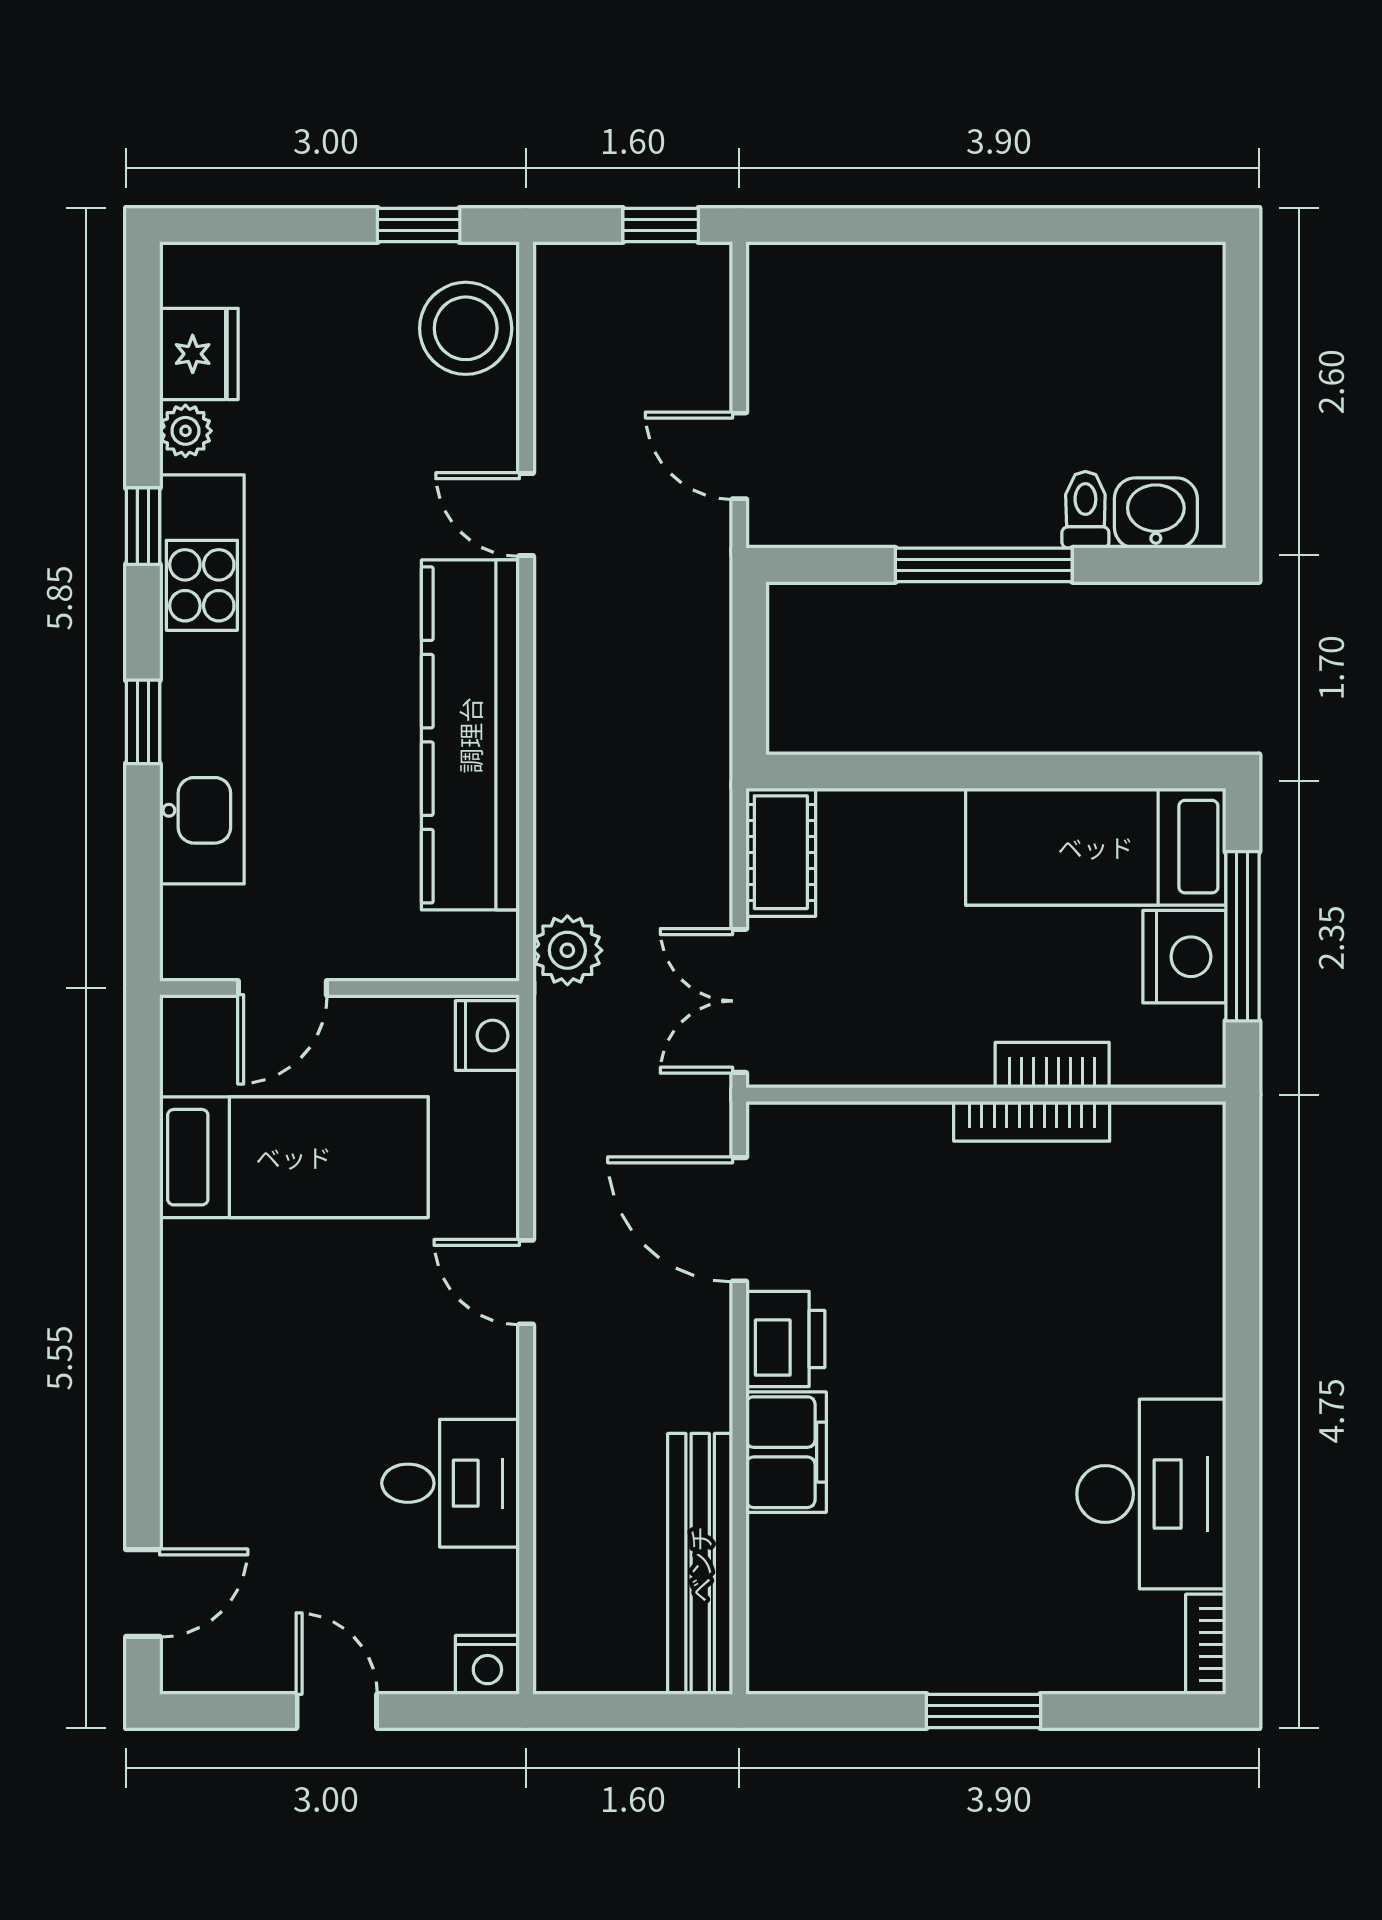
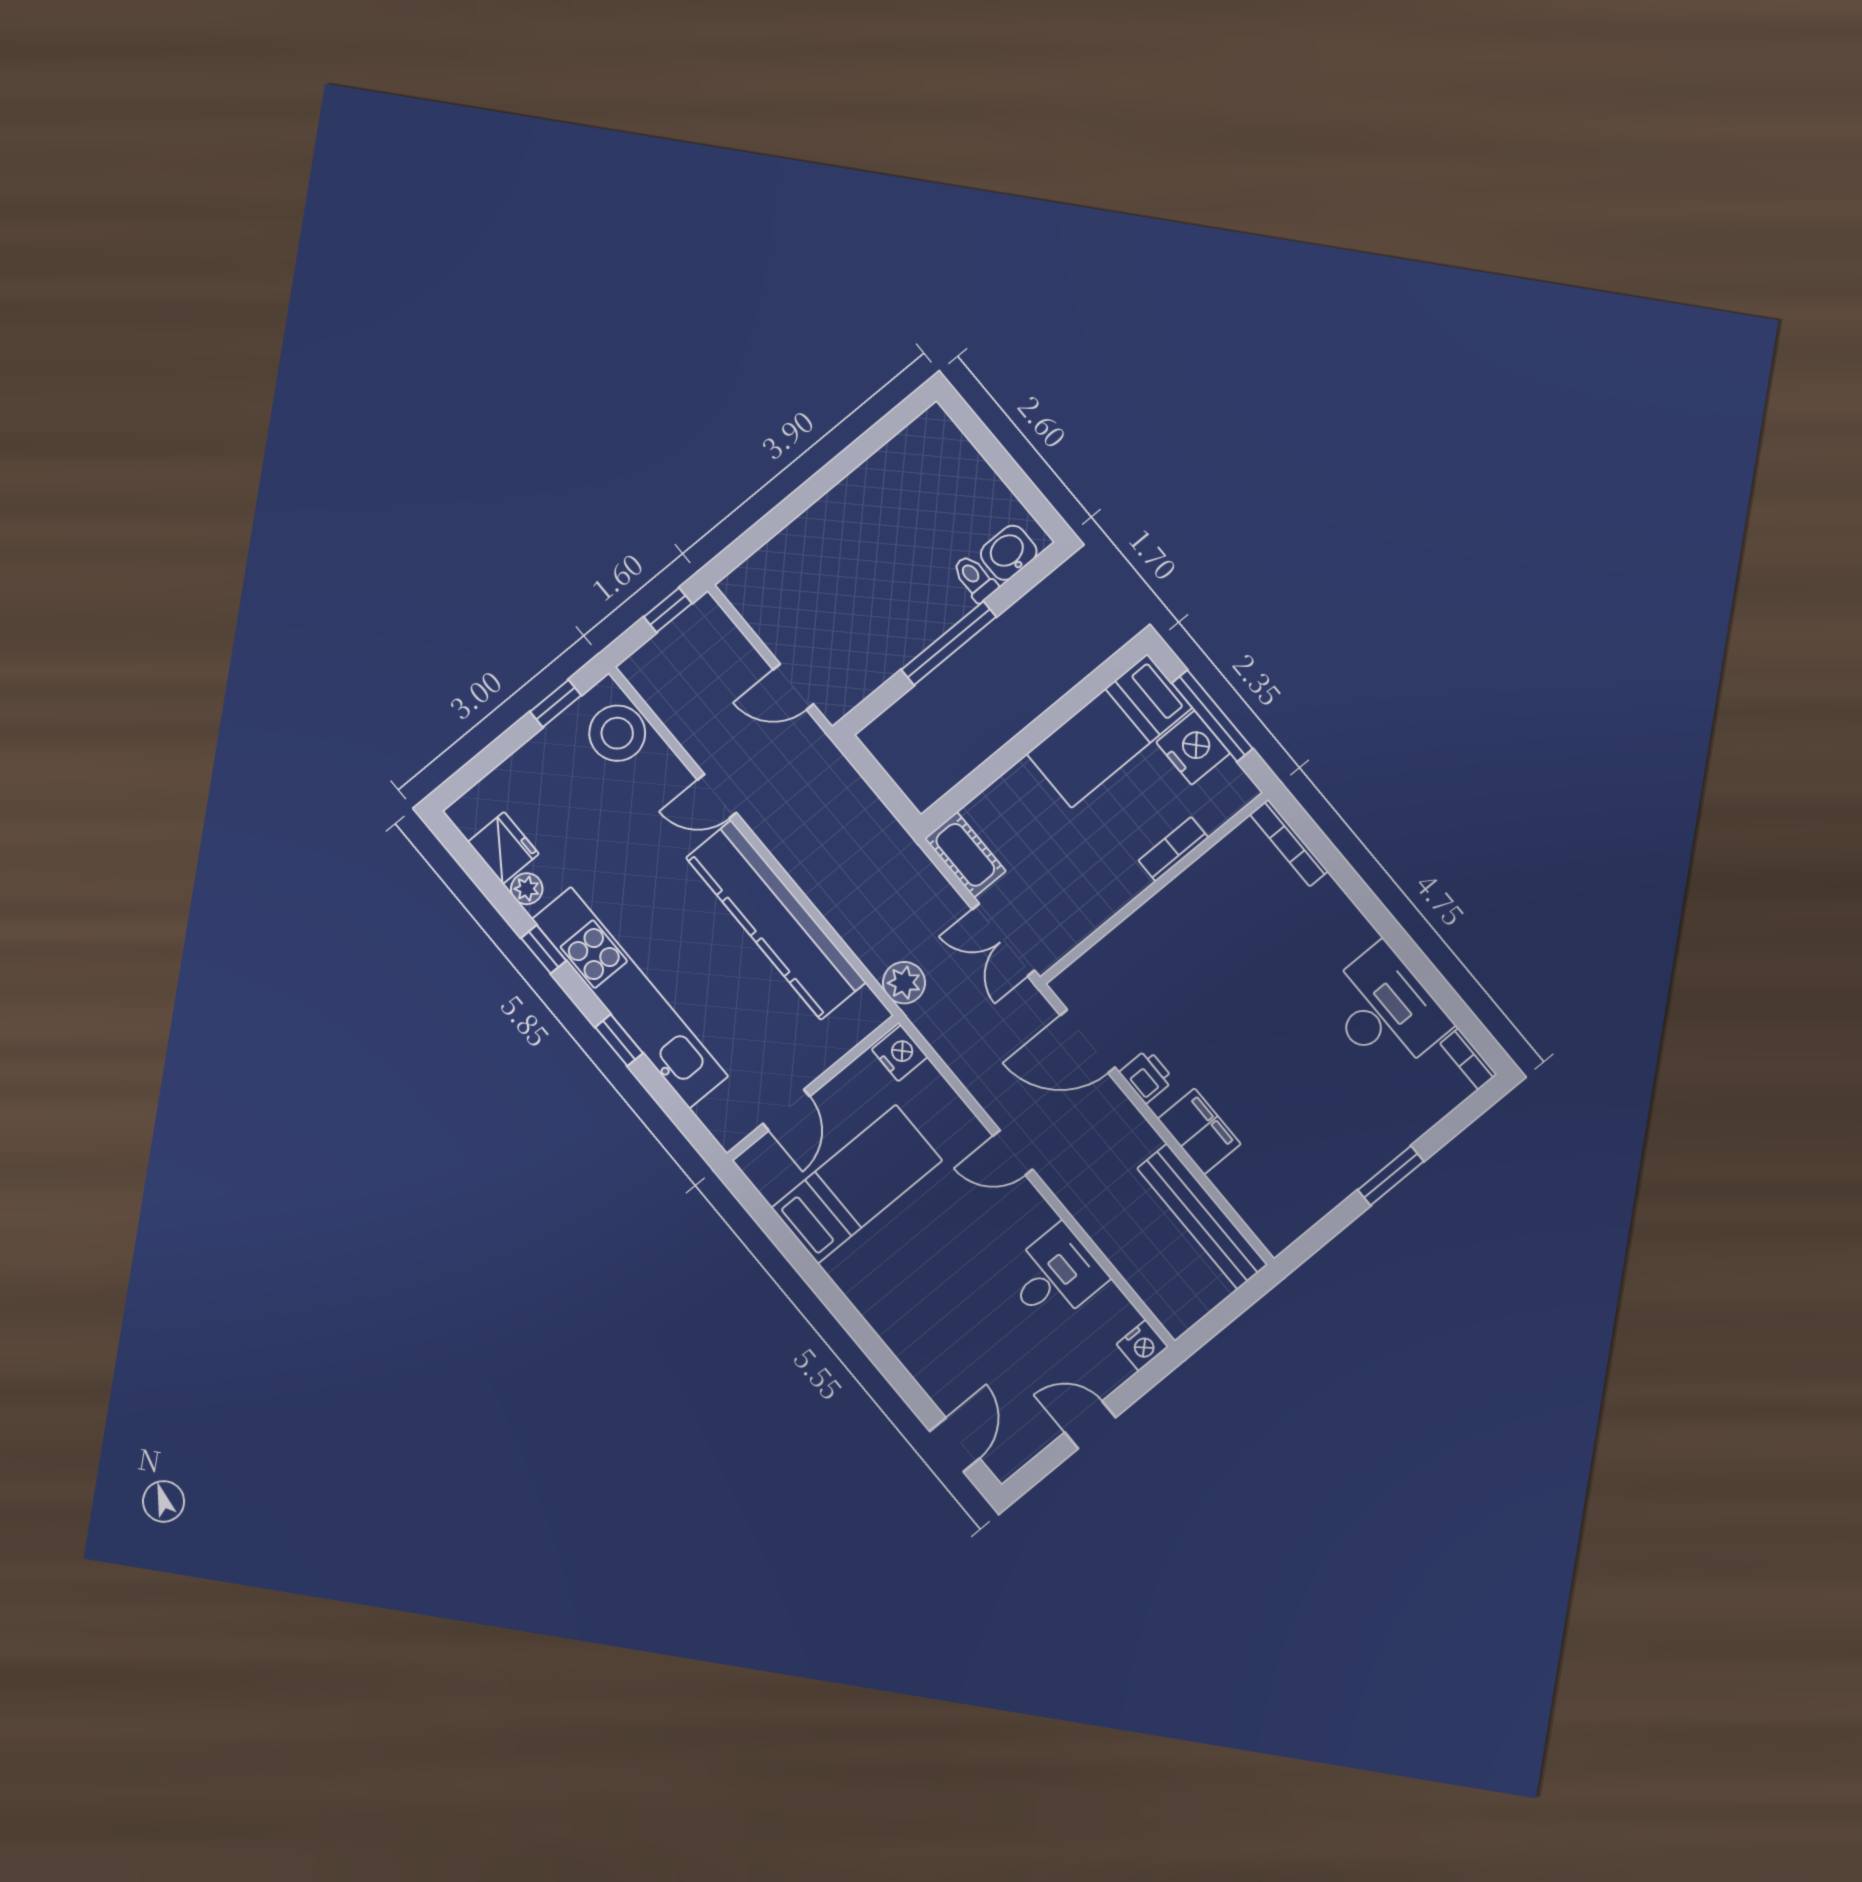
bookcase: (1032, 1121) -> (1289, 843), moved, turned 90
printer: (785, 1339) -> (1147, 1076), width x0.73, depth x0.81

